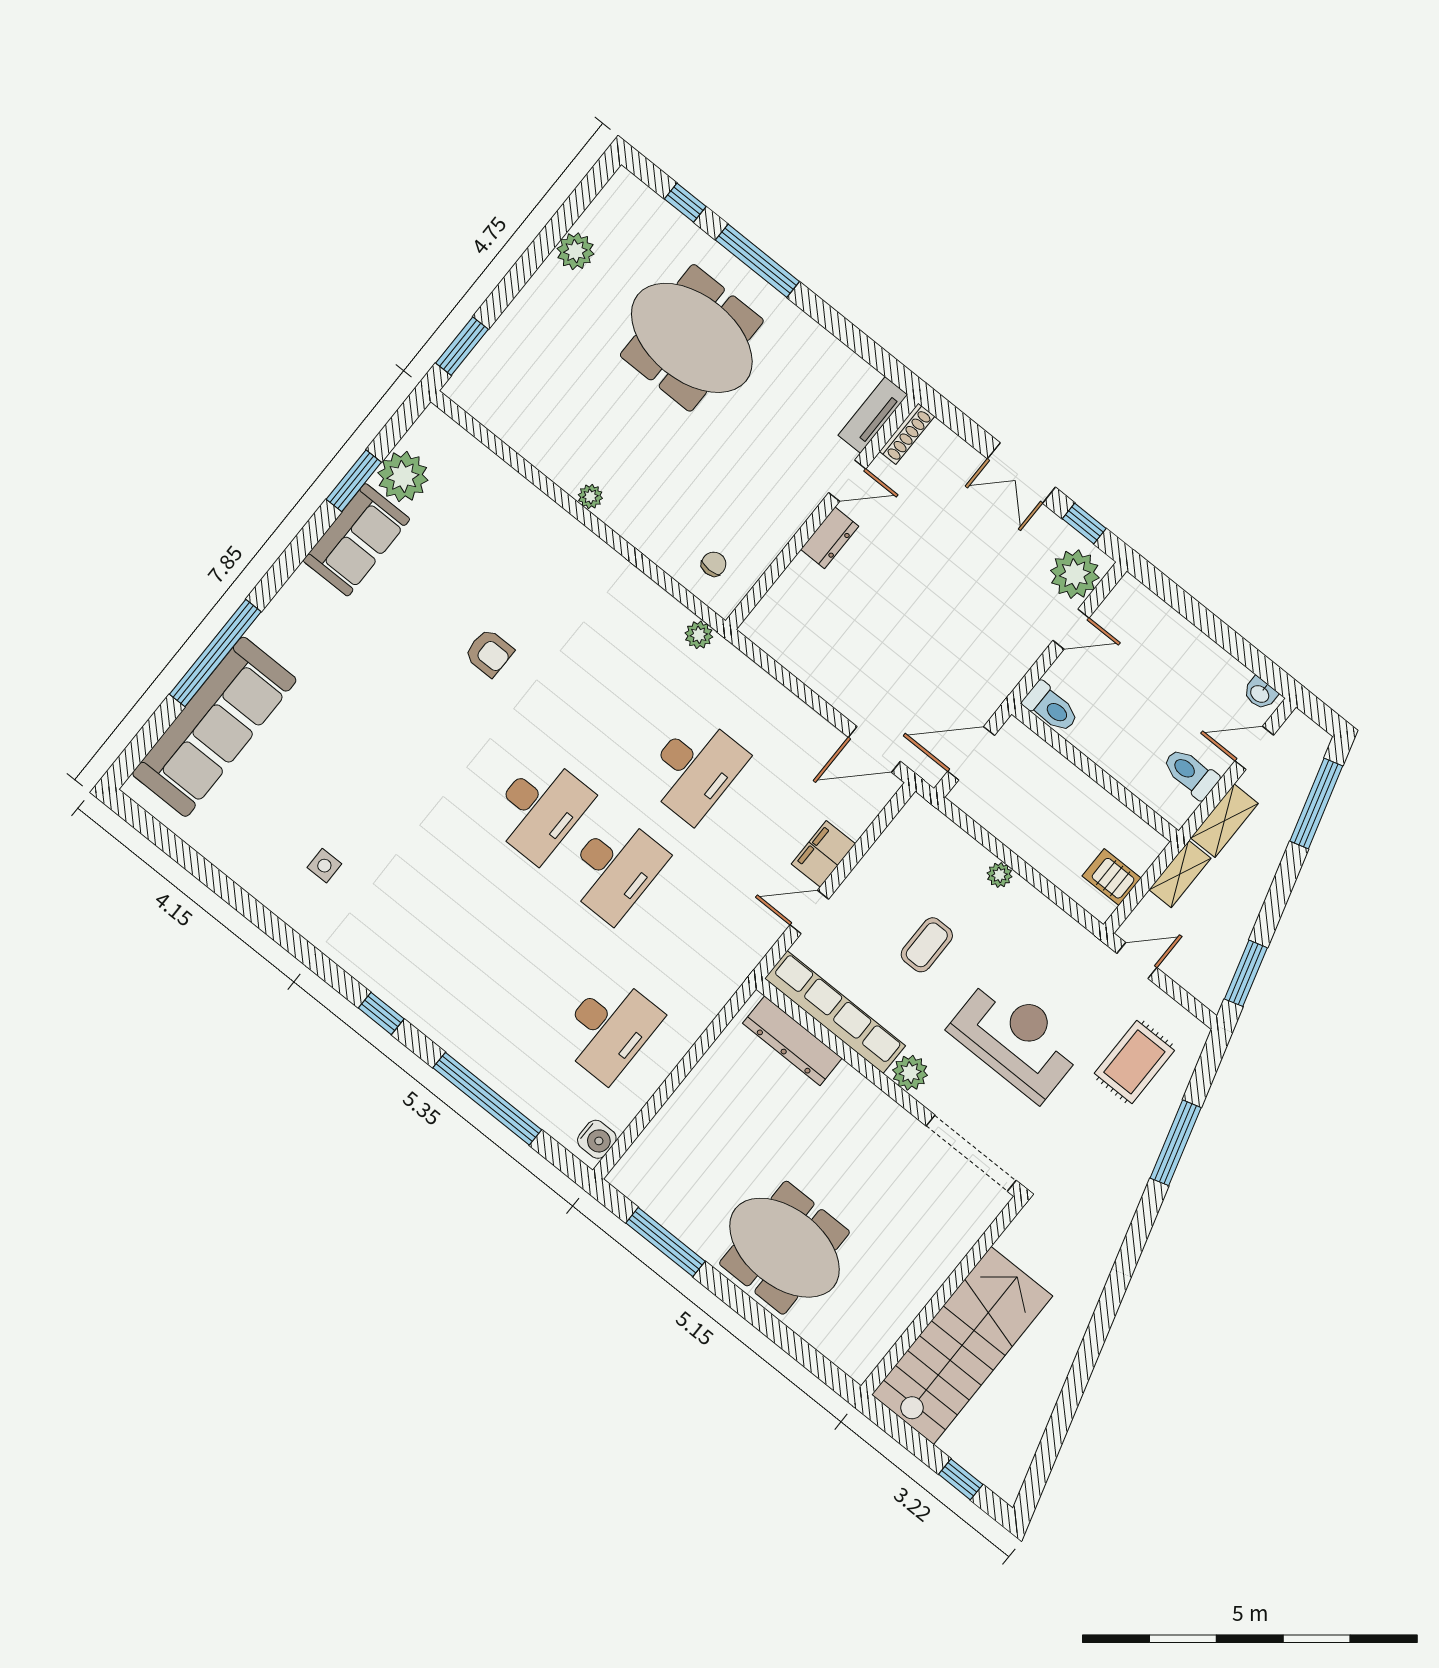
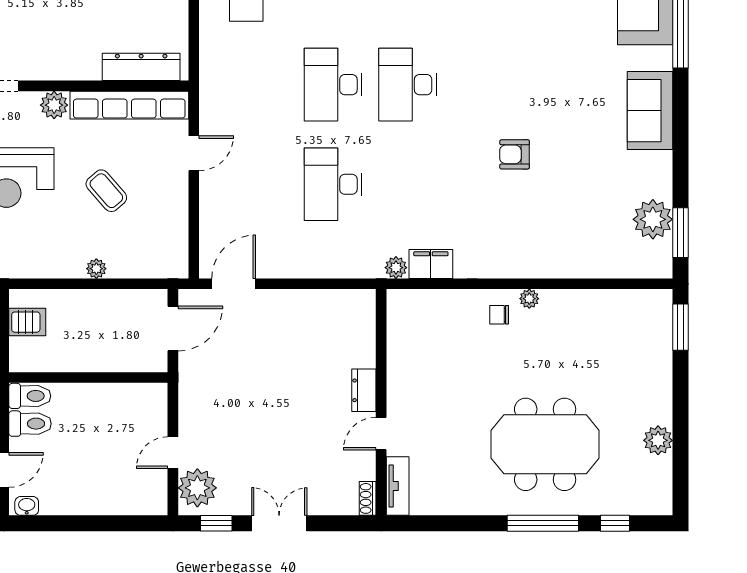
shoe rack: (907, 434) -> (368, 498), width x0.70
window: (354, 481) -> (680, 233), moved
sofa: (356, 540) -> (650, 111), moved
chair: (714, 564) -> (499, 315), moved, turned 90
toilet: (1051, 707) -> (30, 396), moved, turned 180
filing cabinet: (823, 854) -> (431, 264), moved, turned -90
coffee table: (927, 945) -> (106, 191), turned -41

